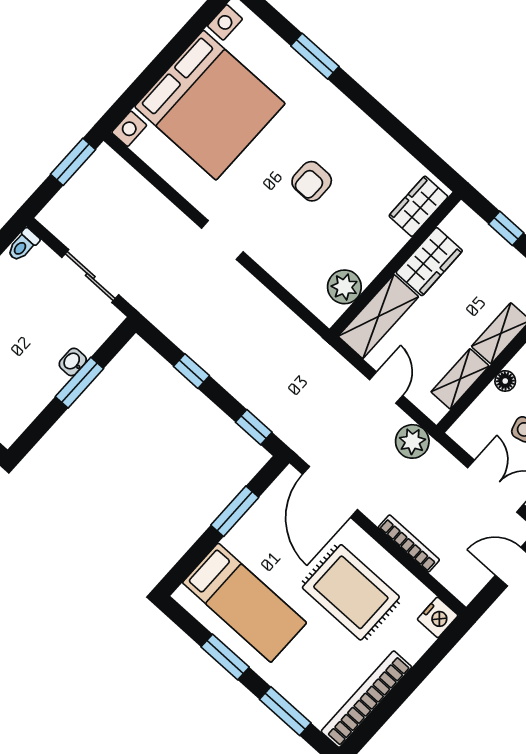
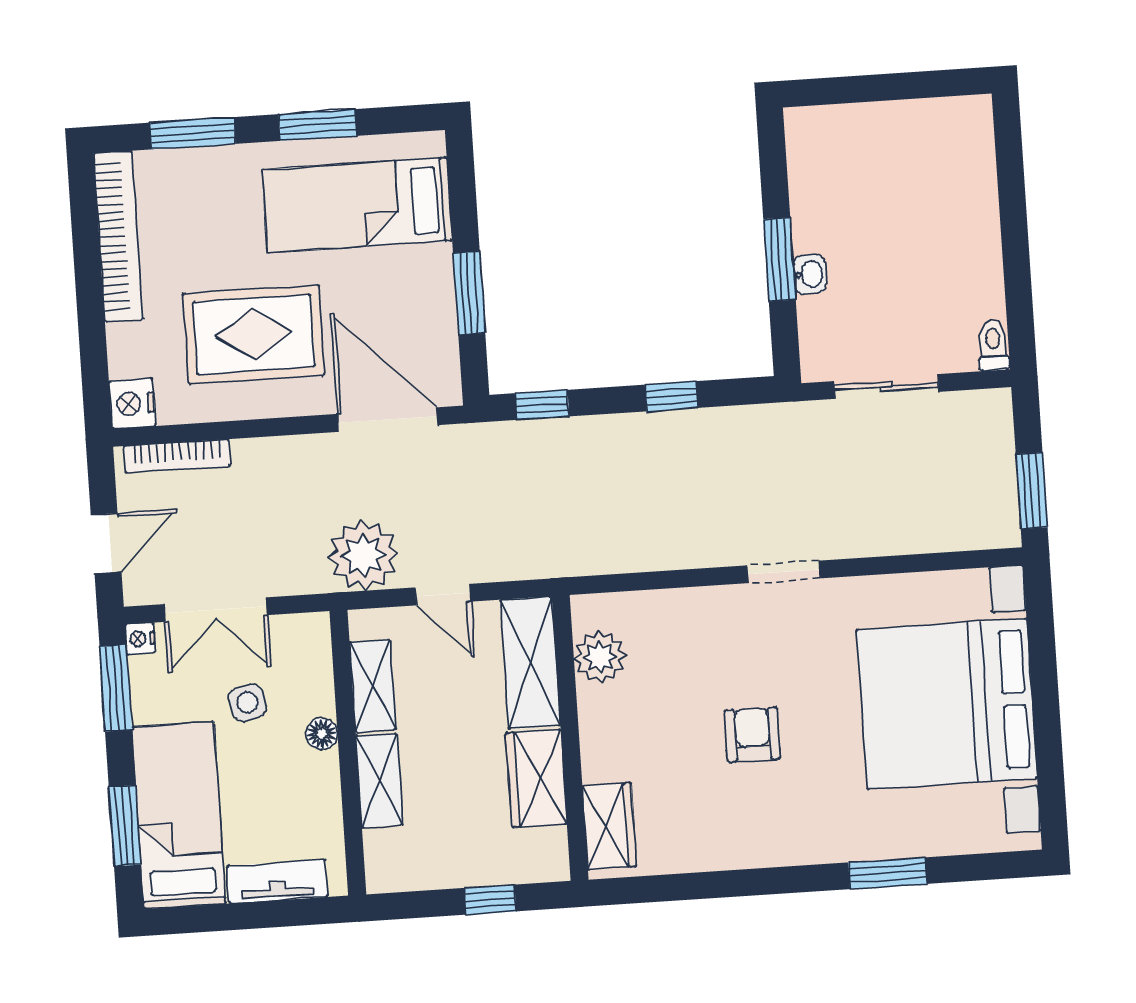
plant: (412, 441) -> (364, 555), width x1.36, depth x1.36
bookcase: (409, 544) -> (177, 456), moved

